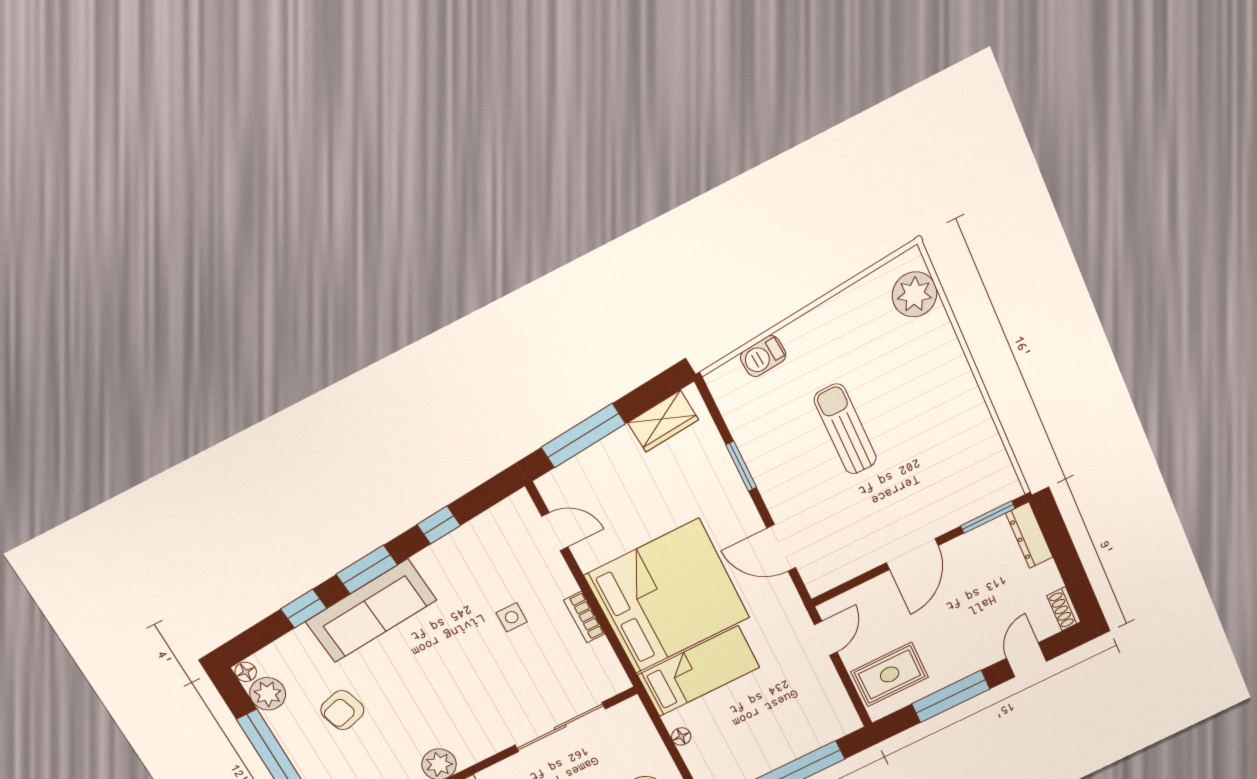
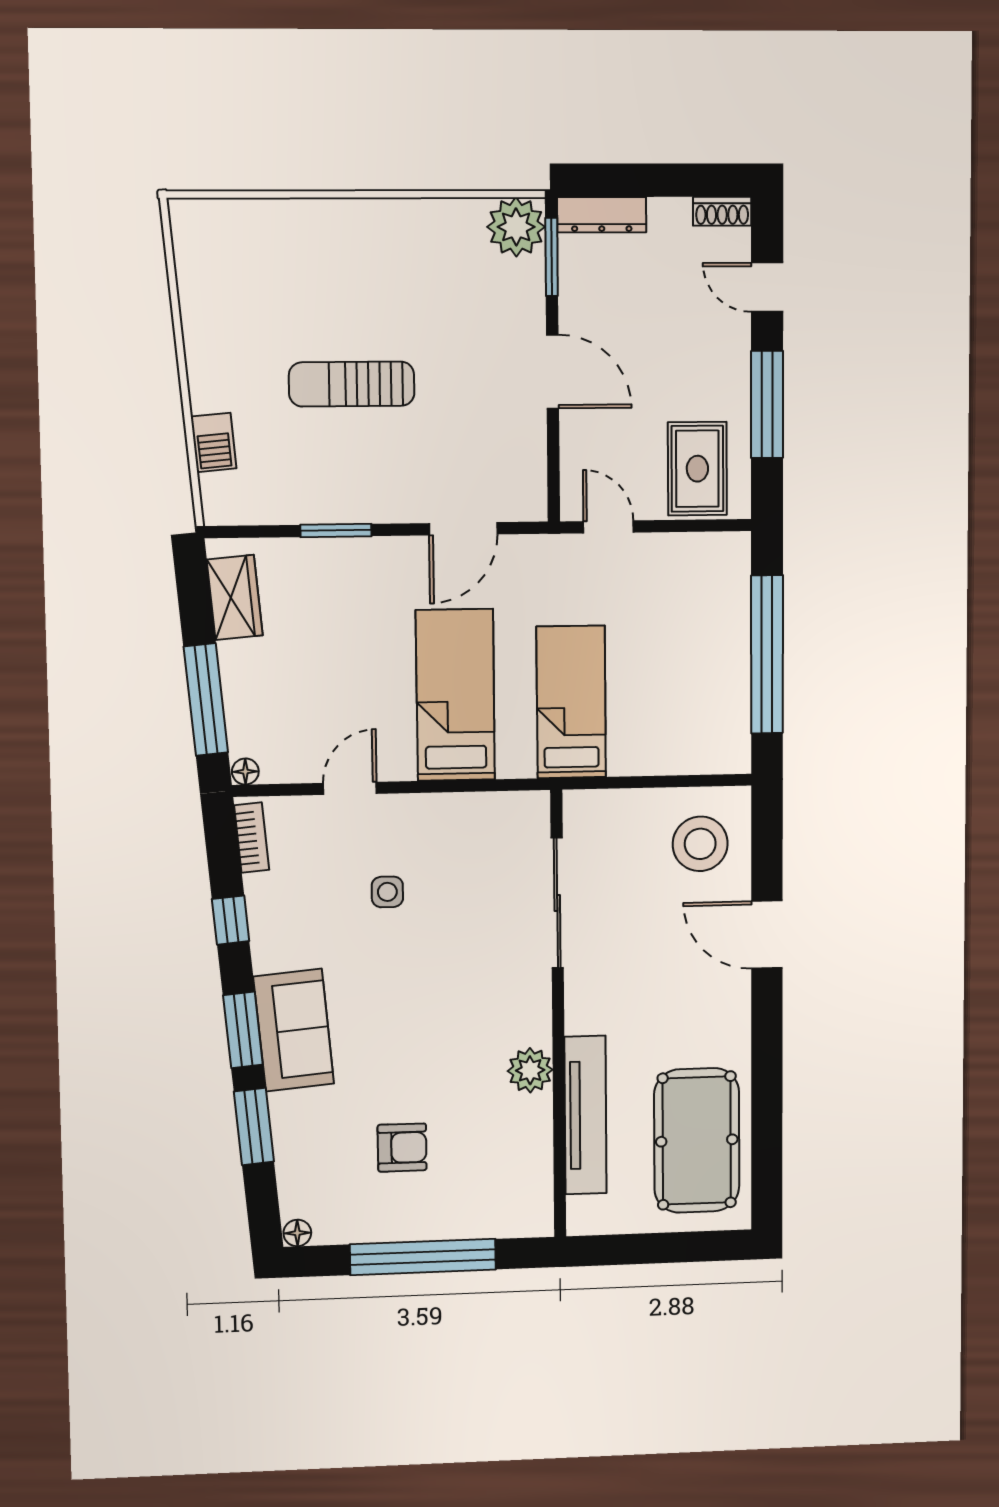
plant: (915, 294) -> (516, 227), moved
door: (555, 532) -> (350, 788), moved
bed: (667, 596) -> (455, 695), width x0.49
window: (304, 609) -> (254, 1127), width x1.50
sofa: (371, 611) -> (294, 1030), width x0.73
bookcase: (584, 617) -> (252, 838), moved, turned -95
plant: (268, 694) -> (337, 1222), removed
armchair: (342, 710) -> (402, 1148), turned -73
floor lamp: (681, 736) -> (245, 772), moved

